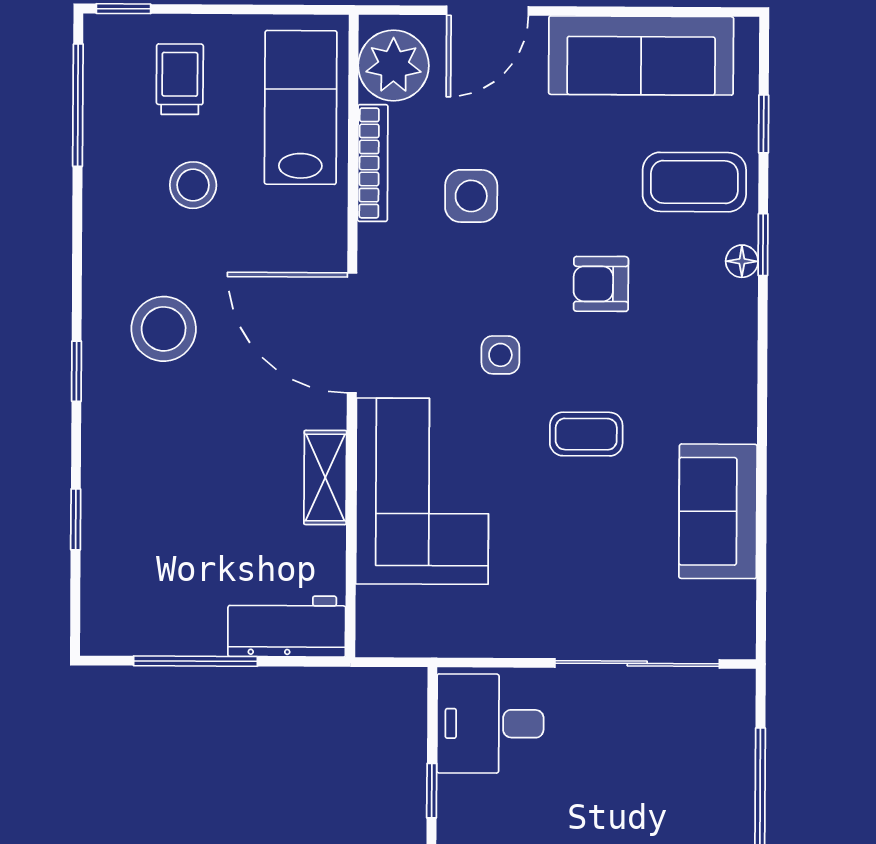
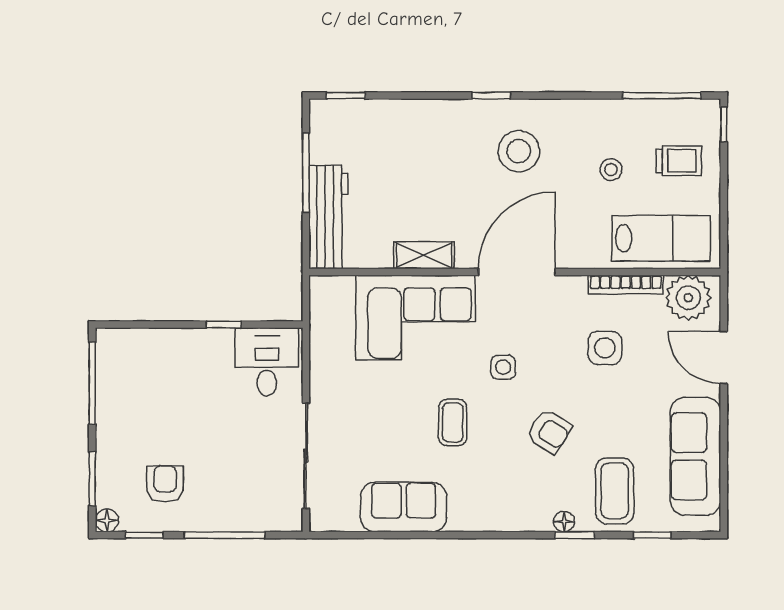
stool: (193, 185) -> (611, 170), width x0.73, depth x0.73
armchair: (601, 284) -> (549, 431), turned 122
window: (76, 519) -> (346, 95), moved
workbench: (287, 626) -> (328, 217), width x1.37

